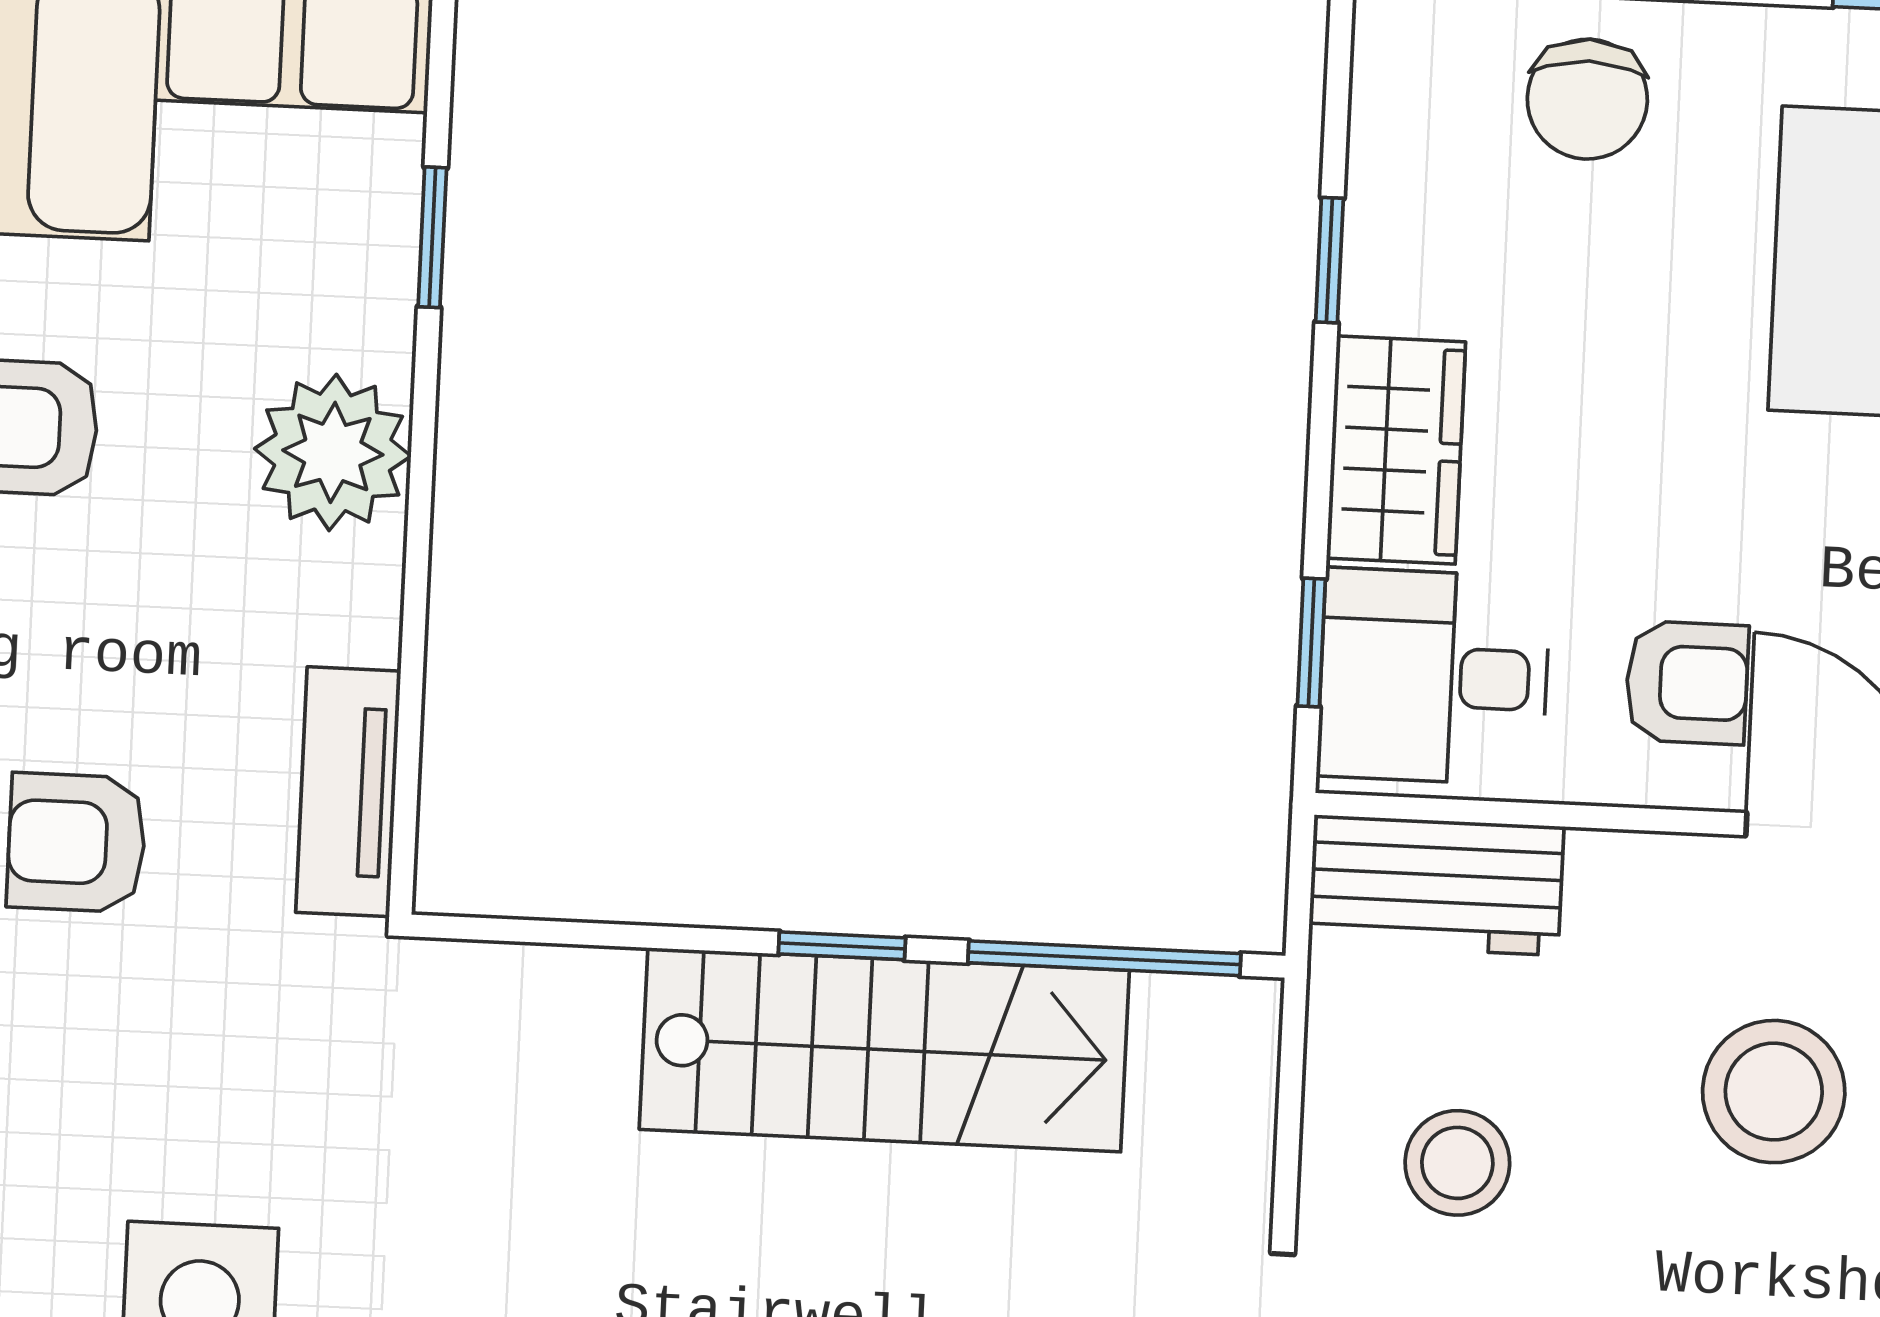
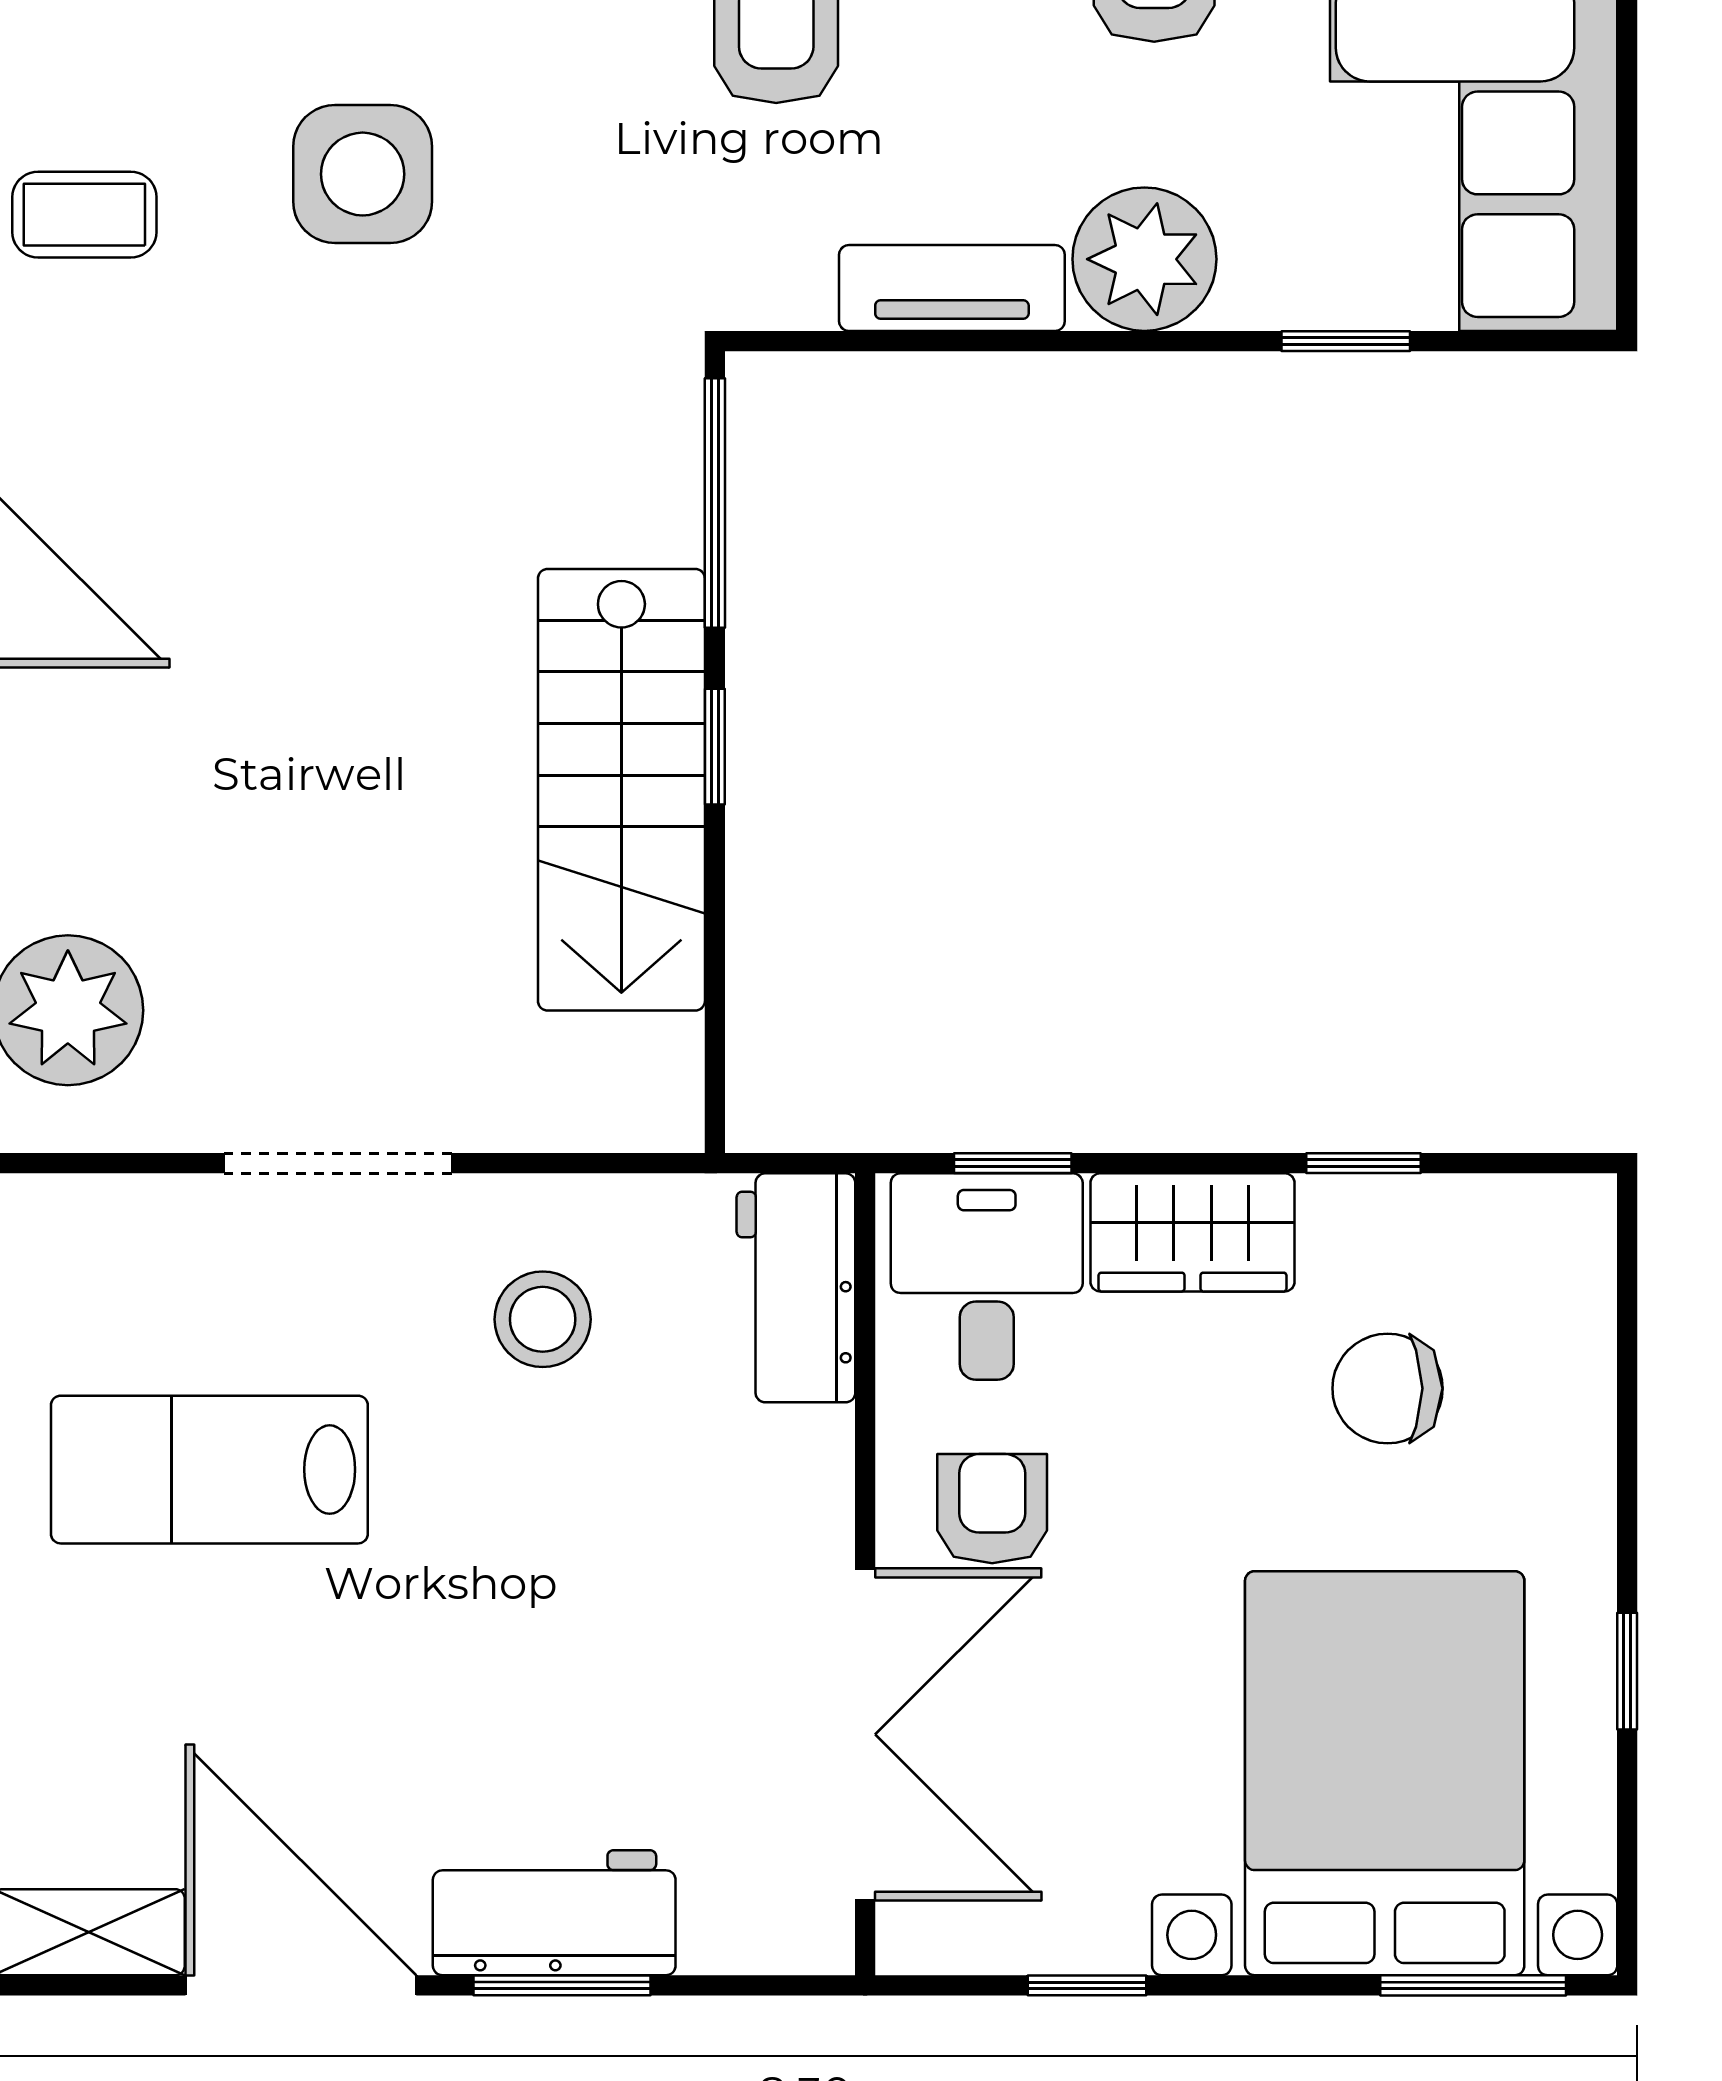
chair: (1587, 99) -> (1388, 1388), moved
armchair: (1687, 683) -> (992, 1509), turned 180
tv unit: (348, 792) -> (952, 288), moved
window: (1104, 958) -> (715, 503), moved
stool: (1774, 1092) -> (622, 1606), removed

